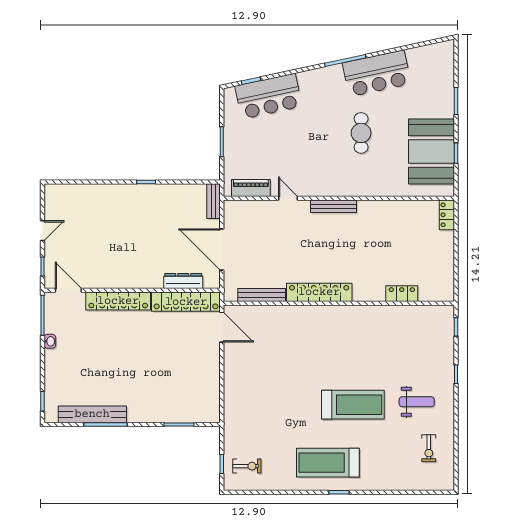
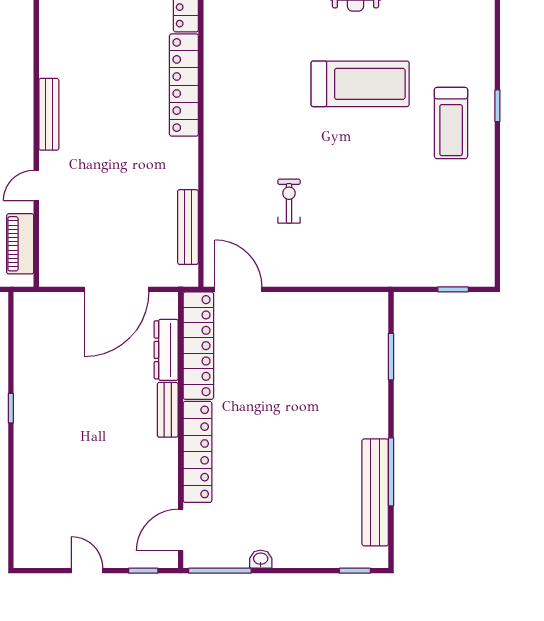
bench: (214, 201) -> (168, 410), moved, turned 90
locker: (319, 292) -> (184, 85), moved
door: (222, 327) -> (238, 289), hinge flipped
treadmill: (353, 405) -> (360, 84), turned 90
treadmill: (328, 463) -> (451, 123), width x0.73, depth x0.73
exercise bike: (247, 466) -> (289, 201), moved

